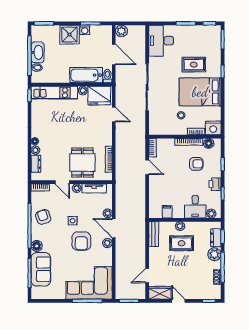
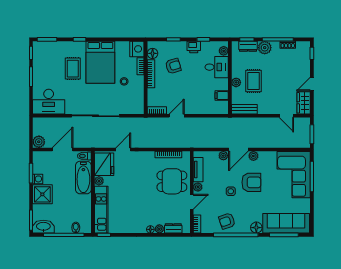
washbasin: (38, 52) -> (43, 227), moved
armchair: (196, 164) -> (173, 66), turned 73
sofa: (41, 269) -> (286, 223), width x1.36

